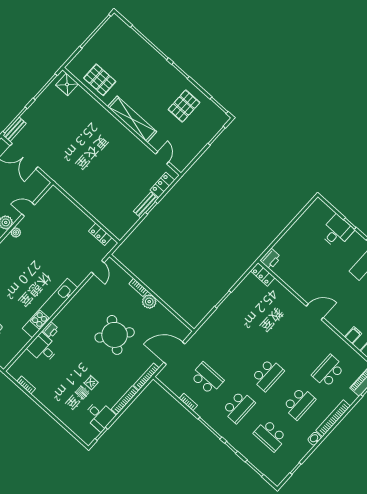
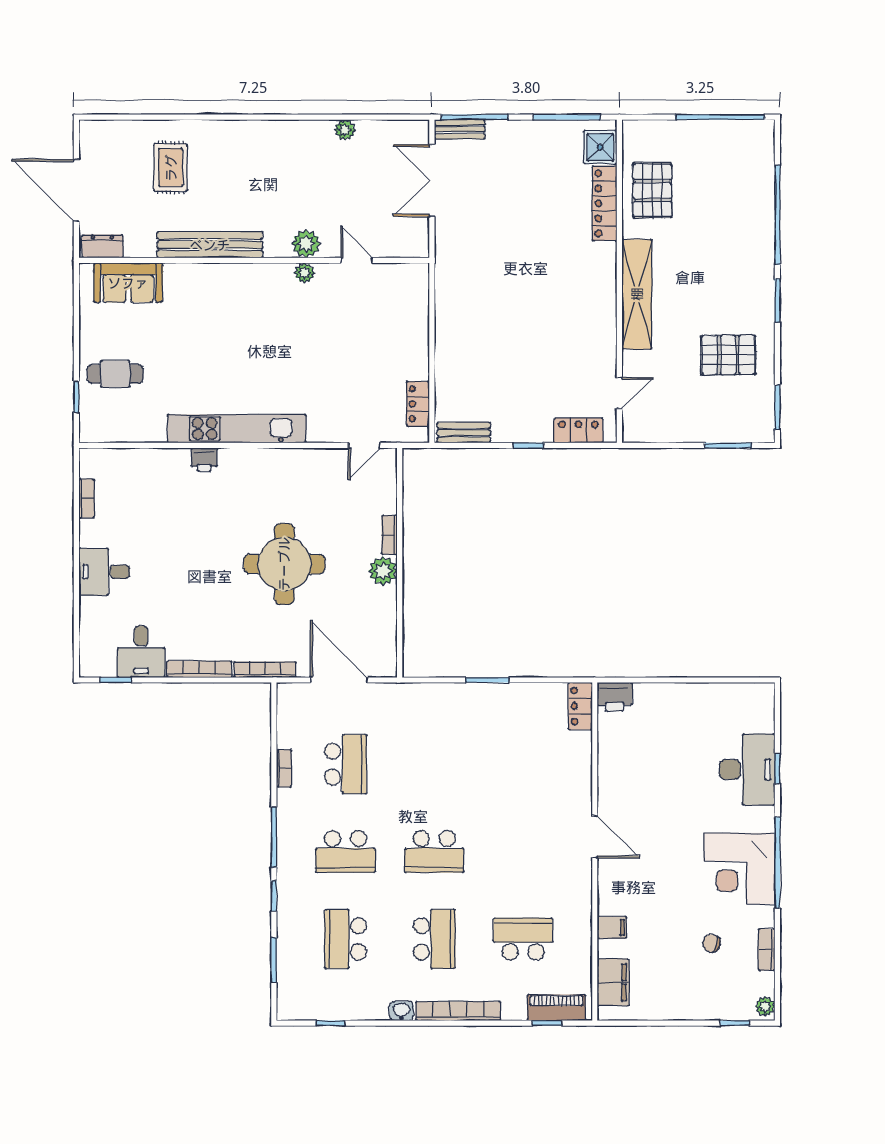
locker: (89, 101) -> (605, 203), added
bench: (146, 205) -> (464, 433), moved
desk: (337, 232) -> (747, 769), width x1.37
round table: (115, 335) -> (284, 564), turned -38
desk: (43, 348) -> (104, 572), moved, turned -90
school desk: (299, 403) -> (434, 939), turned -90

